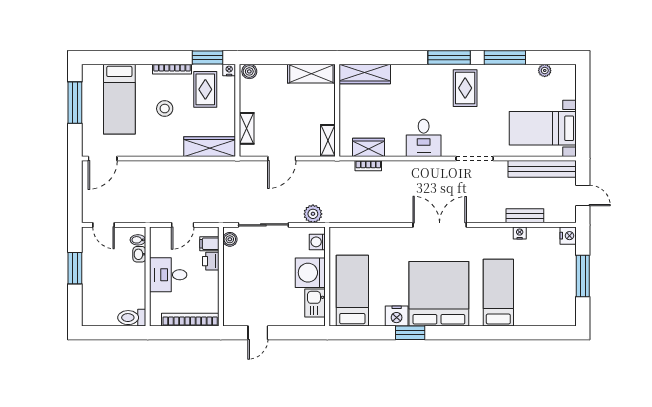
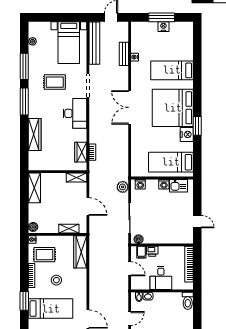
window: (207, 57) -> (24, 301), moved
wardrobe: (365, 74) -> (35, 134), moved
rug: (465, 88) -> (55, 82), moved
desk: (424, 138) -> (75, 113), width x1.37
nightstand: (568, 236) -> (163, 27), moved
washing machine: (310, 273) -> (164, 184), width x0.53, depth x0.53

